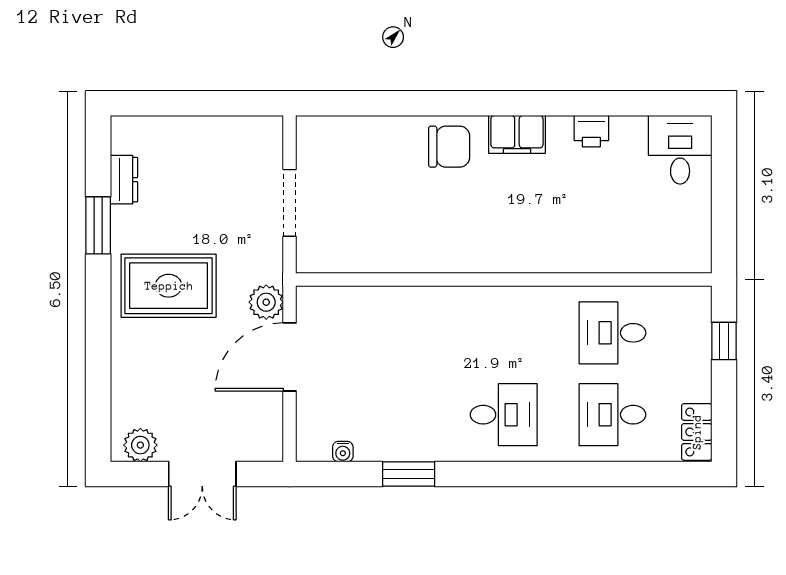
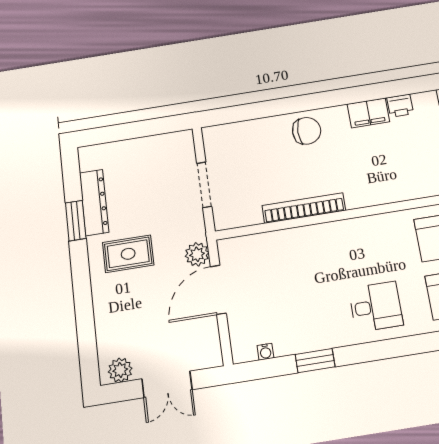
filing cabinet: (517, 134) -> (368, 113), moved
dresser: (124, 180) -> (94, 202), width x1.96, depth x1.24
bookcase: (427, 260) -> (304, 208), added
rug: (169, 286) -> (128, 254), width x0.73, depth x0.70

